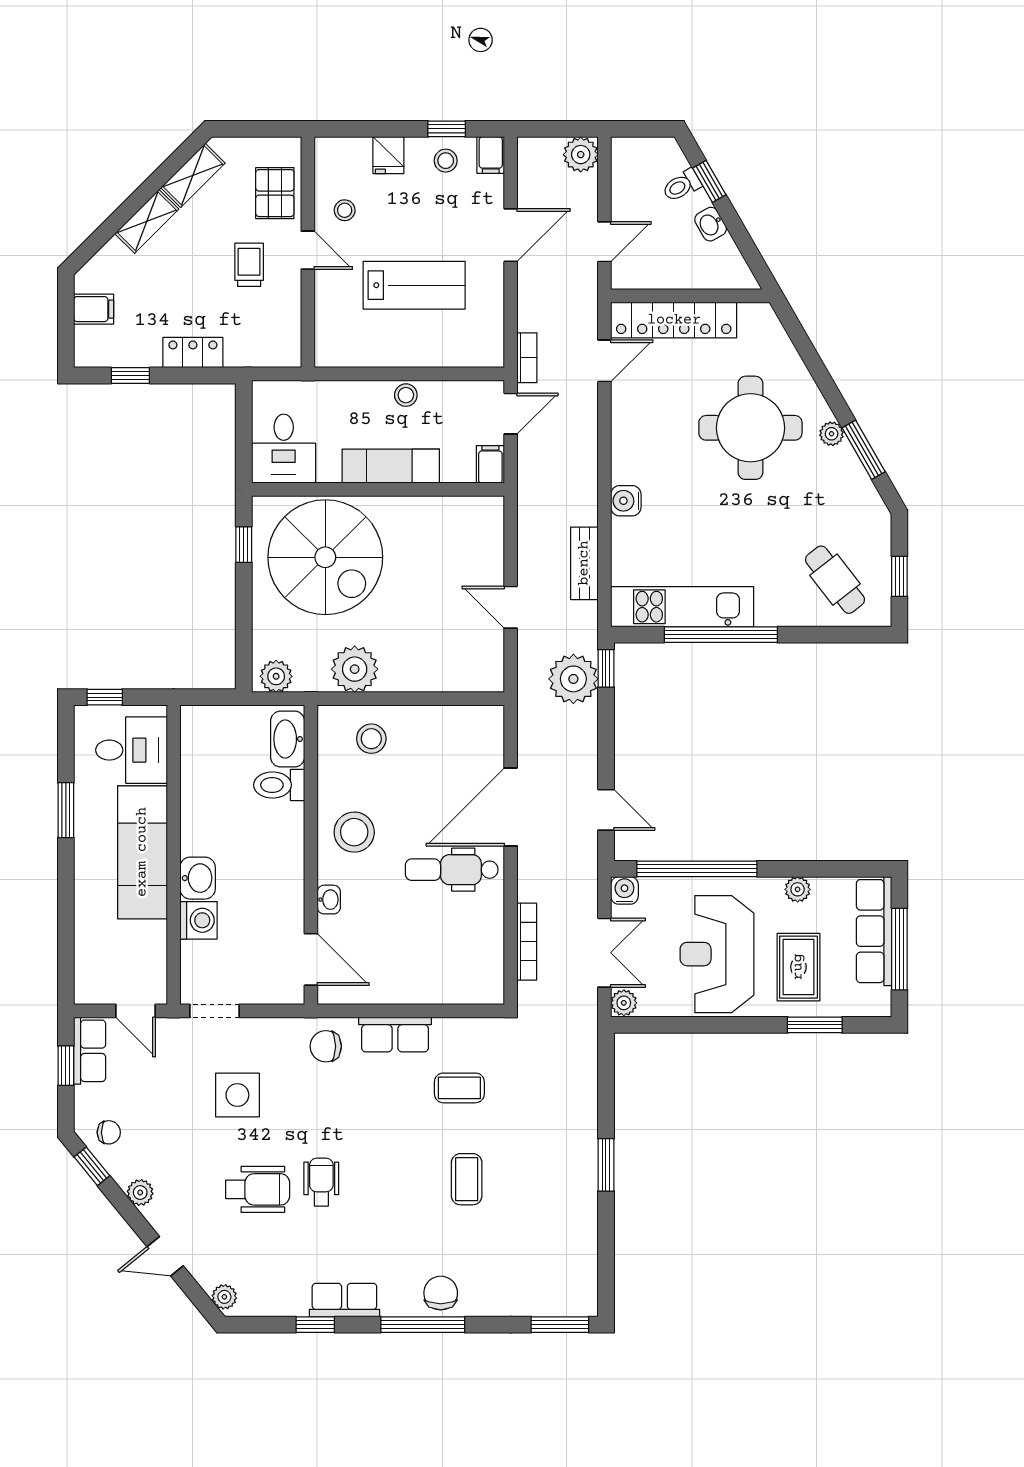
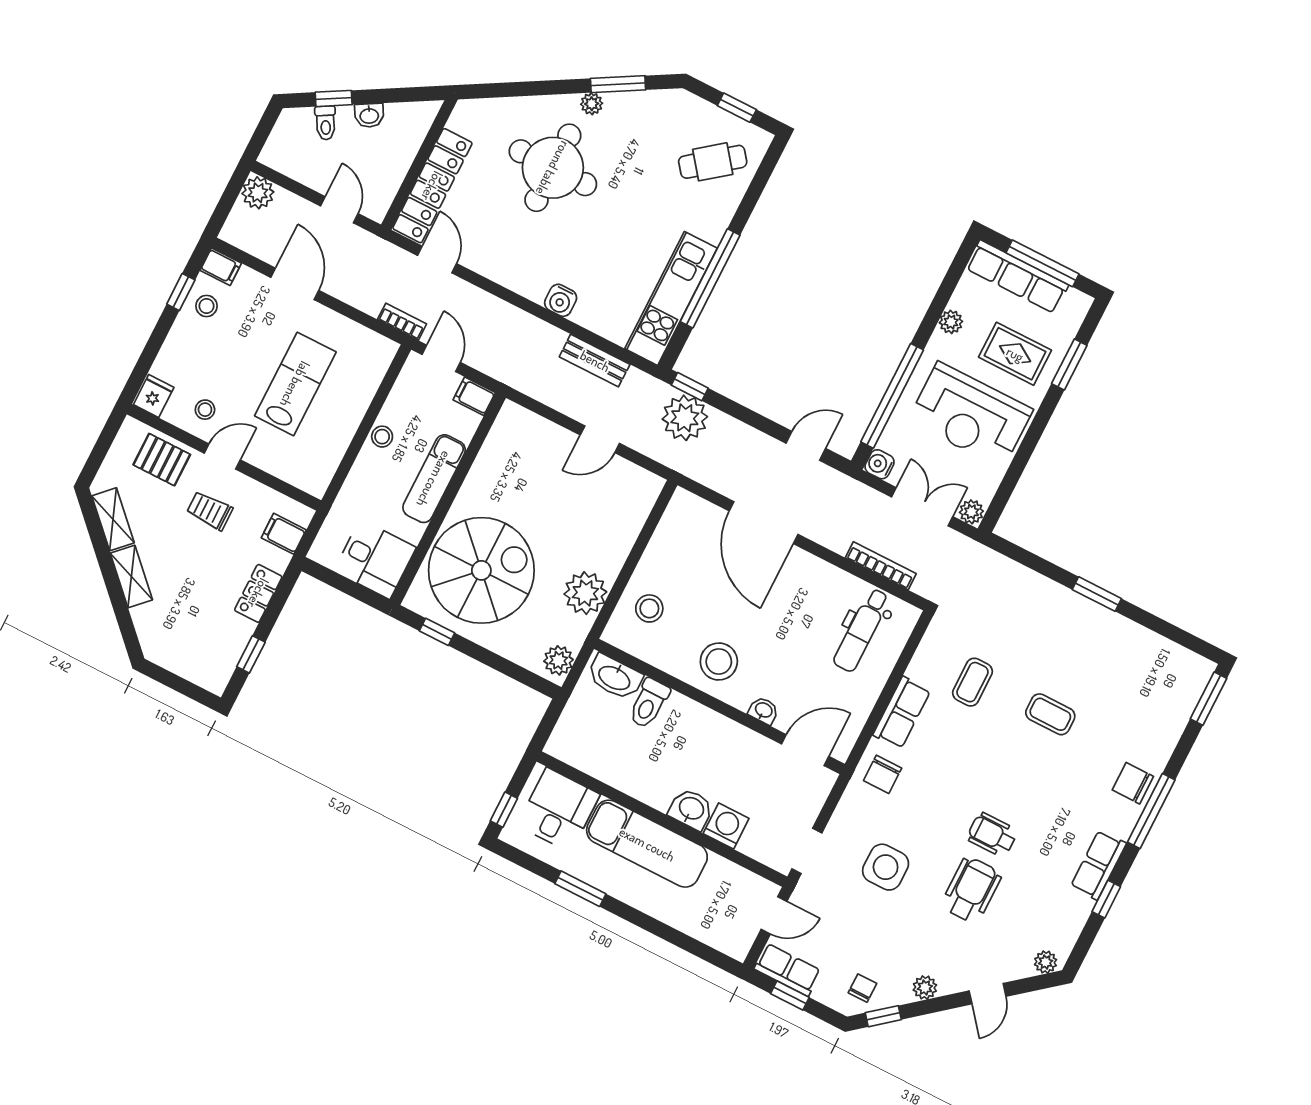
fridge: (388, 155) -> (154, 396), moved, turned -90
filing cabinet: (94, 309) -> (284, 534), moved, turned -90
dental chair: (452, 870) -> (862, 630), moved

